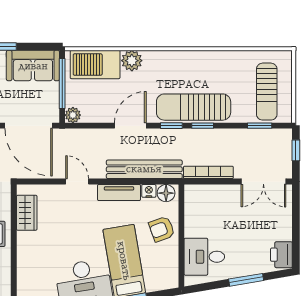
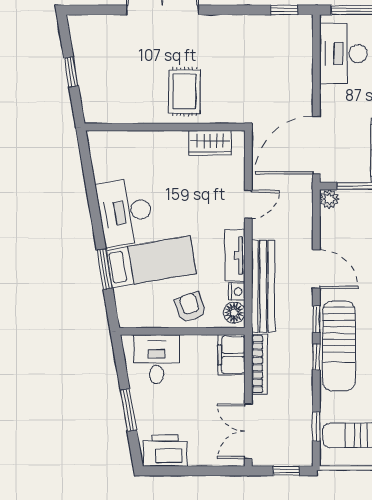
sun lounger: (194, 107) -> (339, 346), turned 180
filing cabinet: (201, 195) -> (231, 355), added
printer: (281, 255) -> (165, 451), width x1.37, depth x1.19

